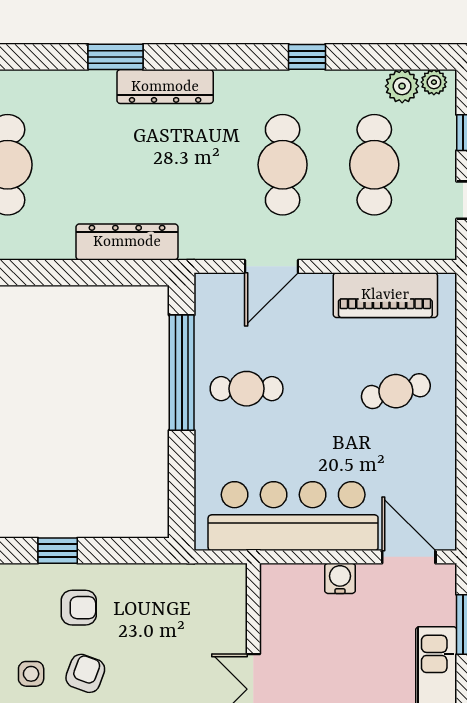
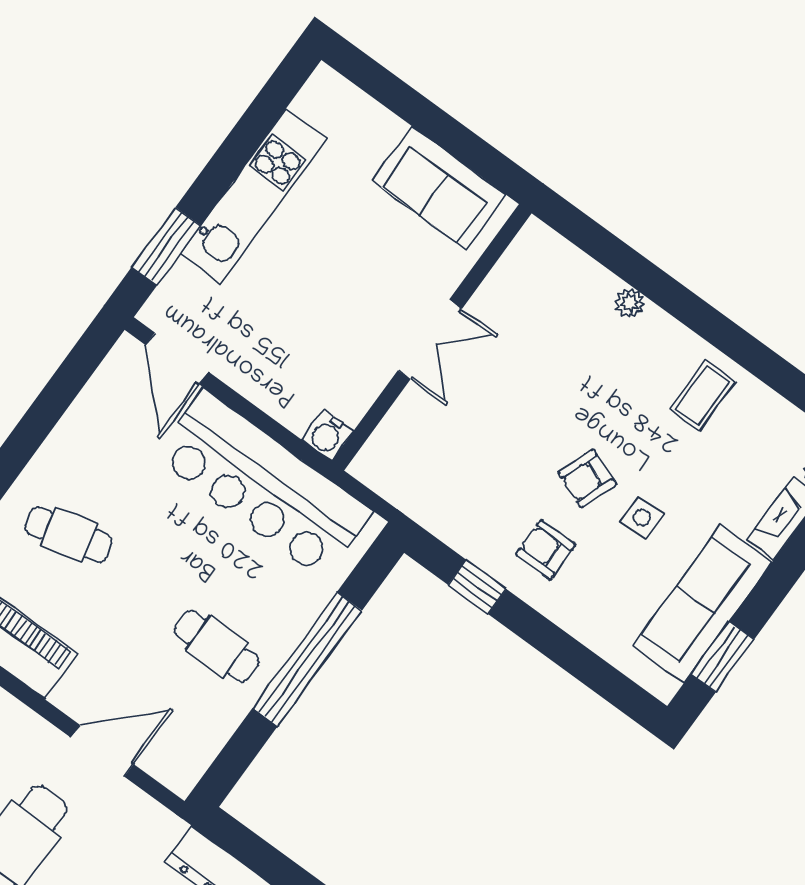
window: (182, 373) -> (307, 659), moved
window: (58, 551) -> (477, 587), moved
water cooler: (340, 578) -> (327, 435), moved

